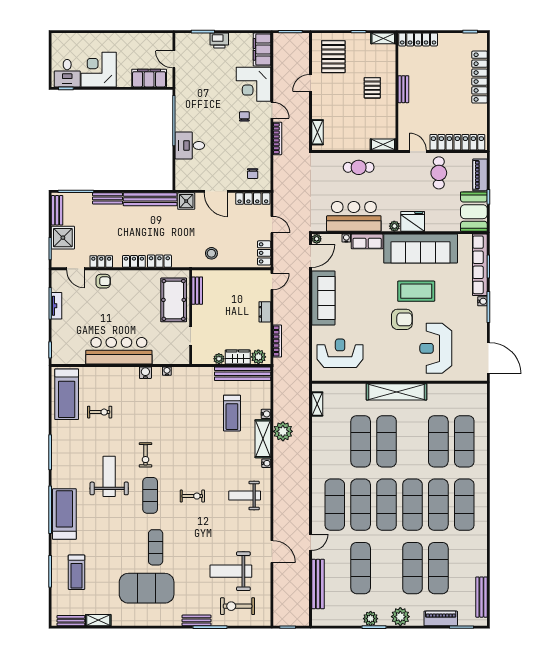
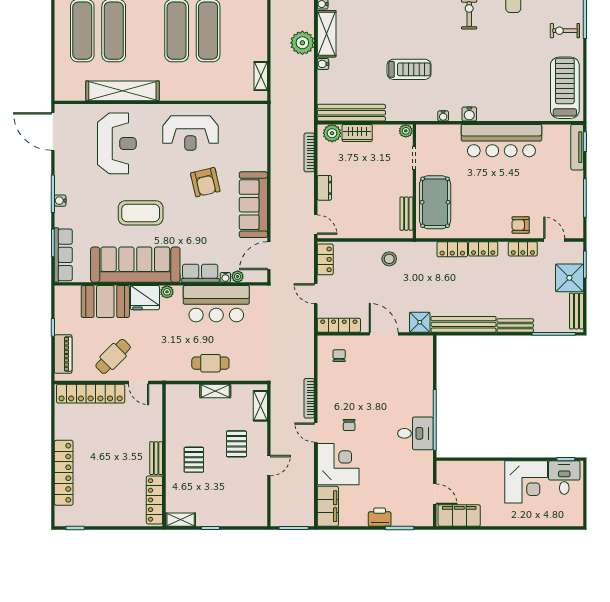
locker: (418, 39) -> (154, 500), moved, turned -90
pallet: (333, 57) -> (236, 444), moved, width x0.67, depth x0.71
filing cabinet: (149, 78) -> (459, 516), moved, turned 180
desk: (190, 145) -> (415, 433), moved
shelving: (383, 145) -> (215, 391), moved
cafe table: (439, 173) -> (113, 356), turned 45
booth: (474, 212) -> (105, 302), moved, turned 90
plant: (317, 239) -> (238, 276), moved
row of seats: (480, 265) -> (63, 255), width x0.73
door: (272, 282) -> (316, 225), swing flipped
tv unit: (57, 306) -> (577, 147), moved, width x1.41
armchair: (402, 319) -> (205, 182), moved, turned -103
reception desk: (340, 353) -> (190, 133), moved
plant: (219, 359) -> (406, 131), moved
shelving: (396, 392) -> (122, 91), moved
exercise bike: (100, 412) -> (565, 31), moved
treadmill: (232, 413) -> (409, 69), moved, turned 90

